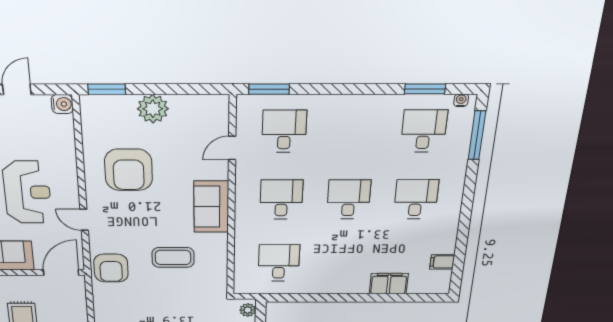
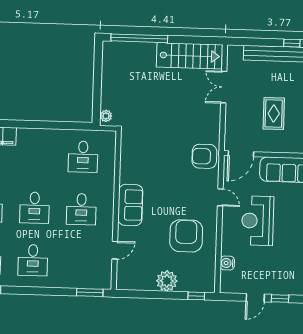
window: (107, 89) -> (196, 296), width x0.67
water cooler: (62, 104) -> (227, 263), moved
desk: (284, 131) -> (33, 260), moved
coffee table: (173, 257) -> (159, 164), removed
armchair: (111, 268) -> (204, 156), turned -90

